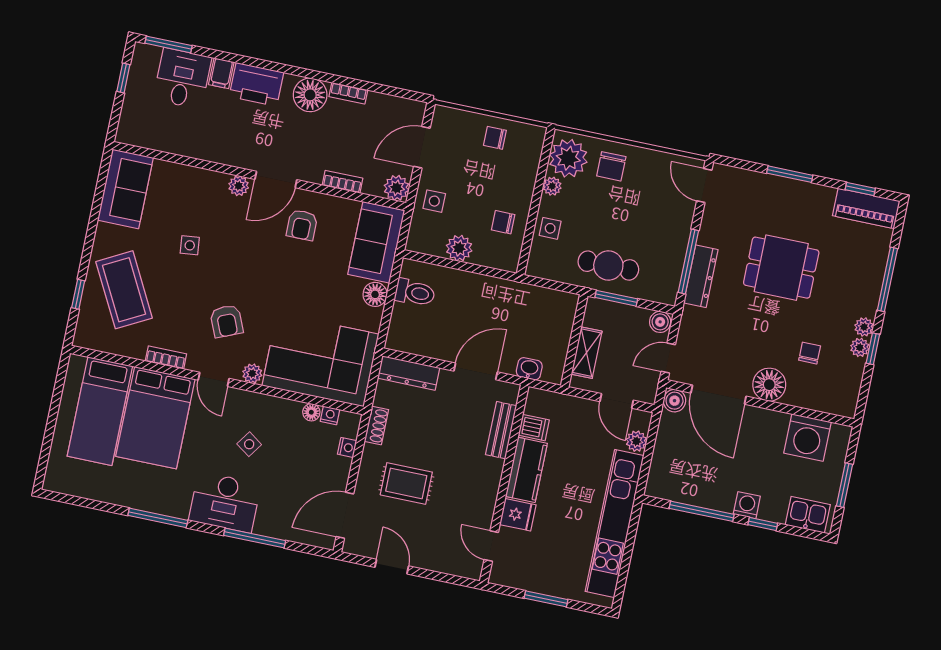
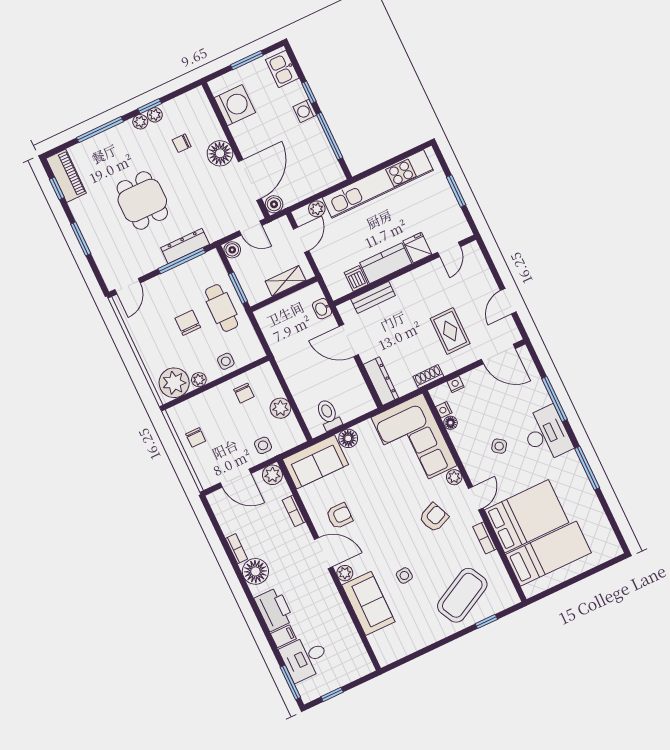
chair: (611, 166) -> (188, 323), moved, turned -90
sofa: (125, 189) -> (368, 603), moved, turned 90

